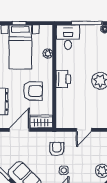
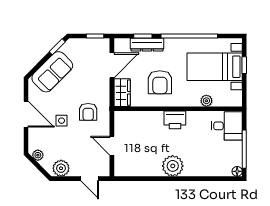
door: (19, 130) -> (112, 65), hinge flipped
armchair: (57, 149) -> (88, 112), turned 90

